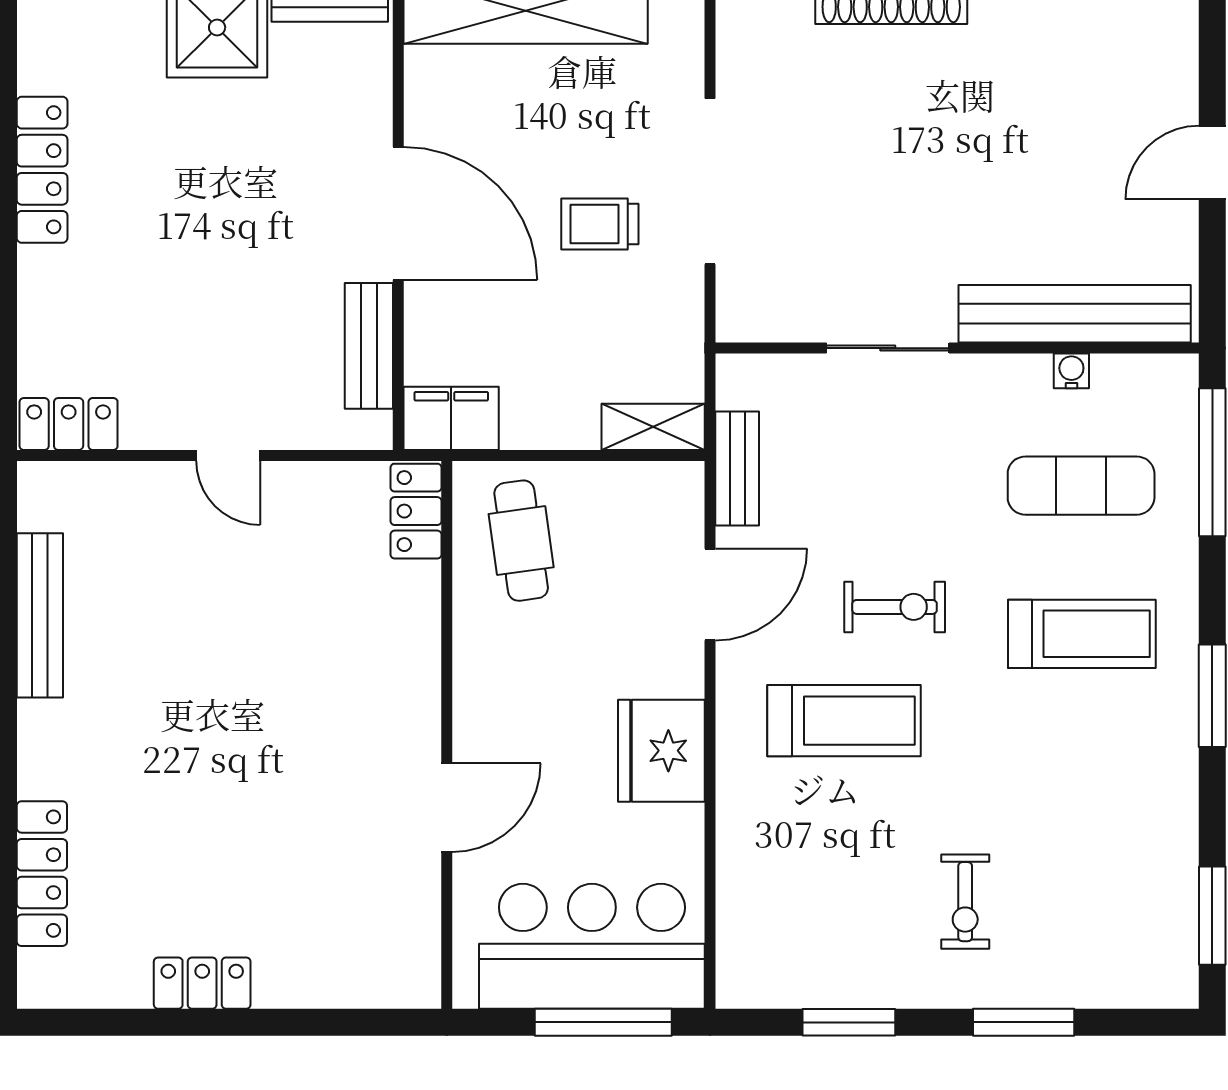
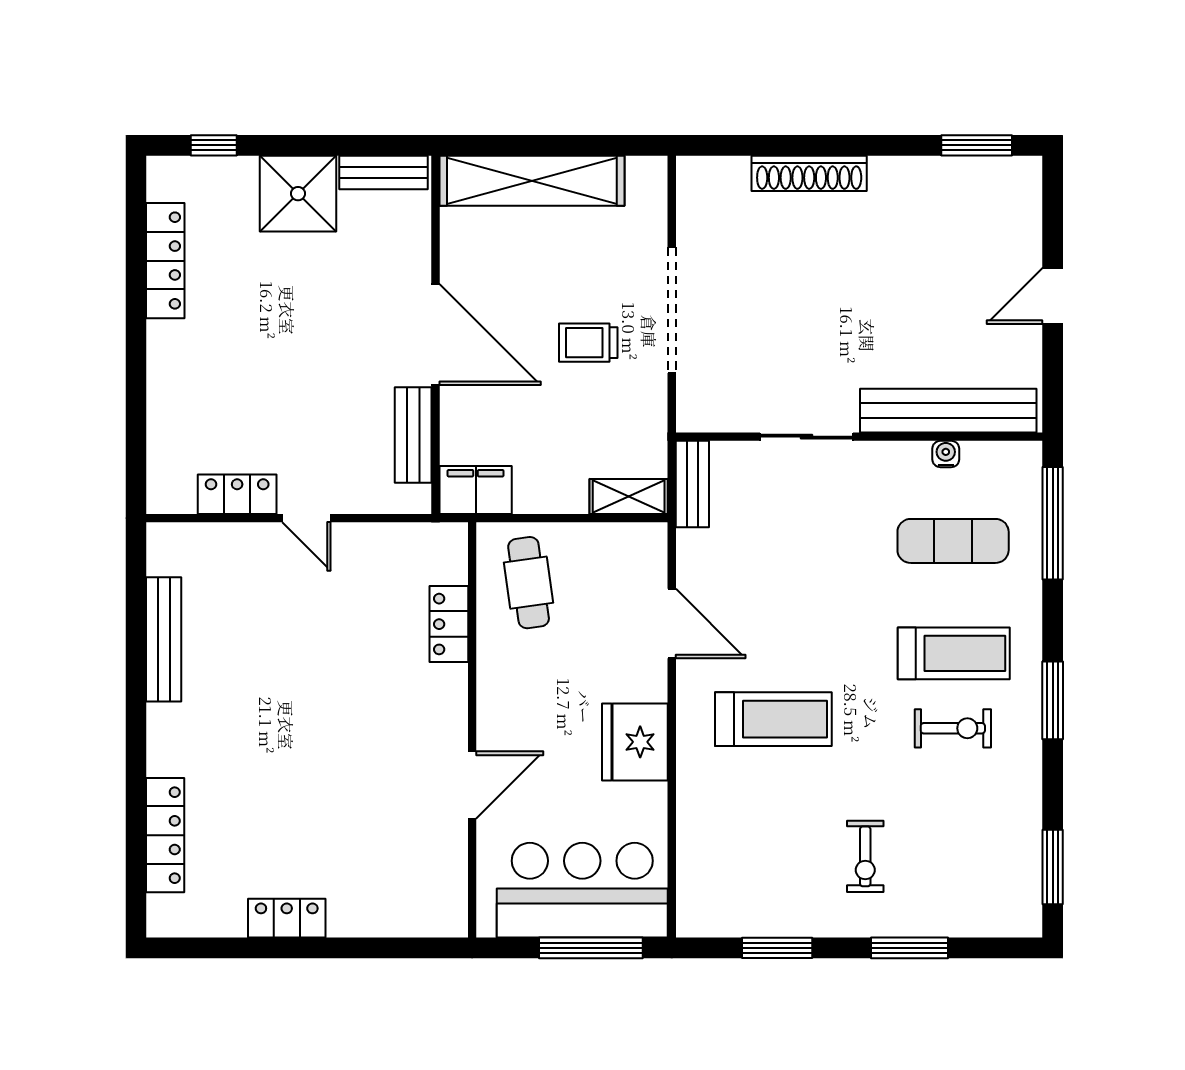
locker: (42, 170) -> (165, 261), moved
locker: (69, 424) -> (237, 494), moved
bench: (737, 469) -> (692, 484), moved
locker: (416, 511) -> (449, 624), moved
door: (710, 595) -> (672, 624), hinge flipped
exercise bike: (895, 607) -> (953, 728), moved

